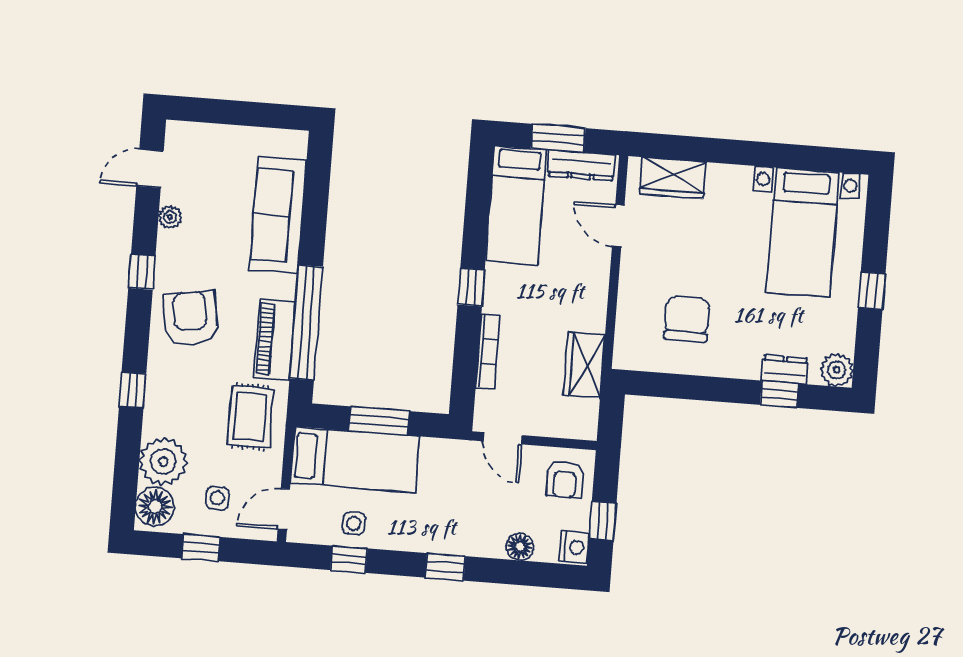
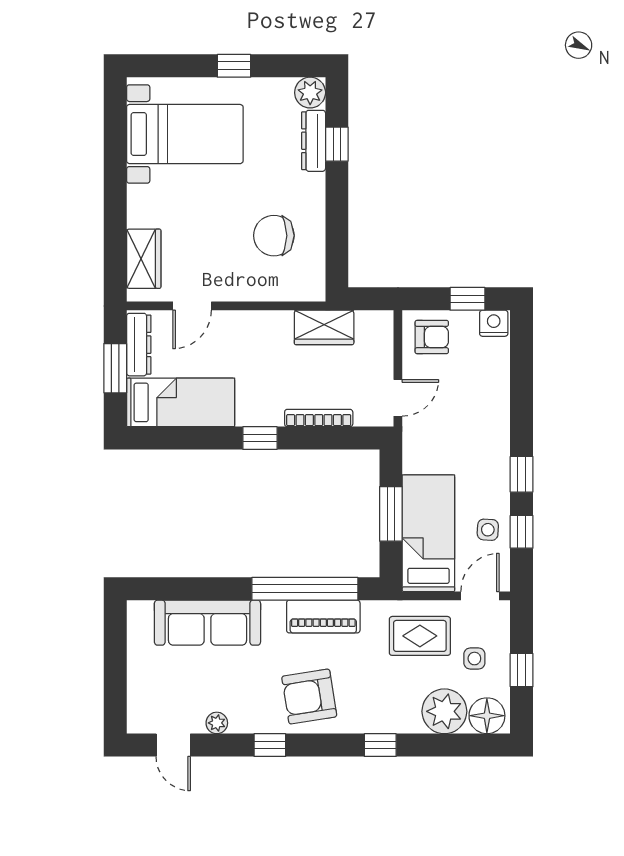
dresser: (785, 370) -> (314, 141), width x1.44
rug: (250, 417) -> (420, 636), moved
door: (284, 509) -> (480, 596), swing flipped
floor lamp: (520, 547) -> (497, 374), removed
window: (445, 567) -> (522, 474), moved

